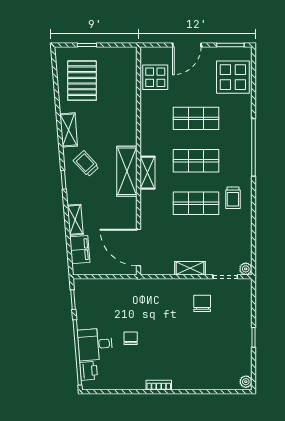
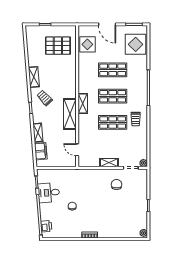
door: (187, 45) -> (107, 24), hinge flipped
pallet: (82, 81) -> (58, 46), moved, turned 90
shelving: (127, 171) -> (70, 114), moved
door: (138, 247) -> (77, 150), width x0.53
desk: (95, 344) -> (49, 193), moved

